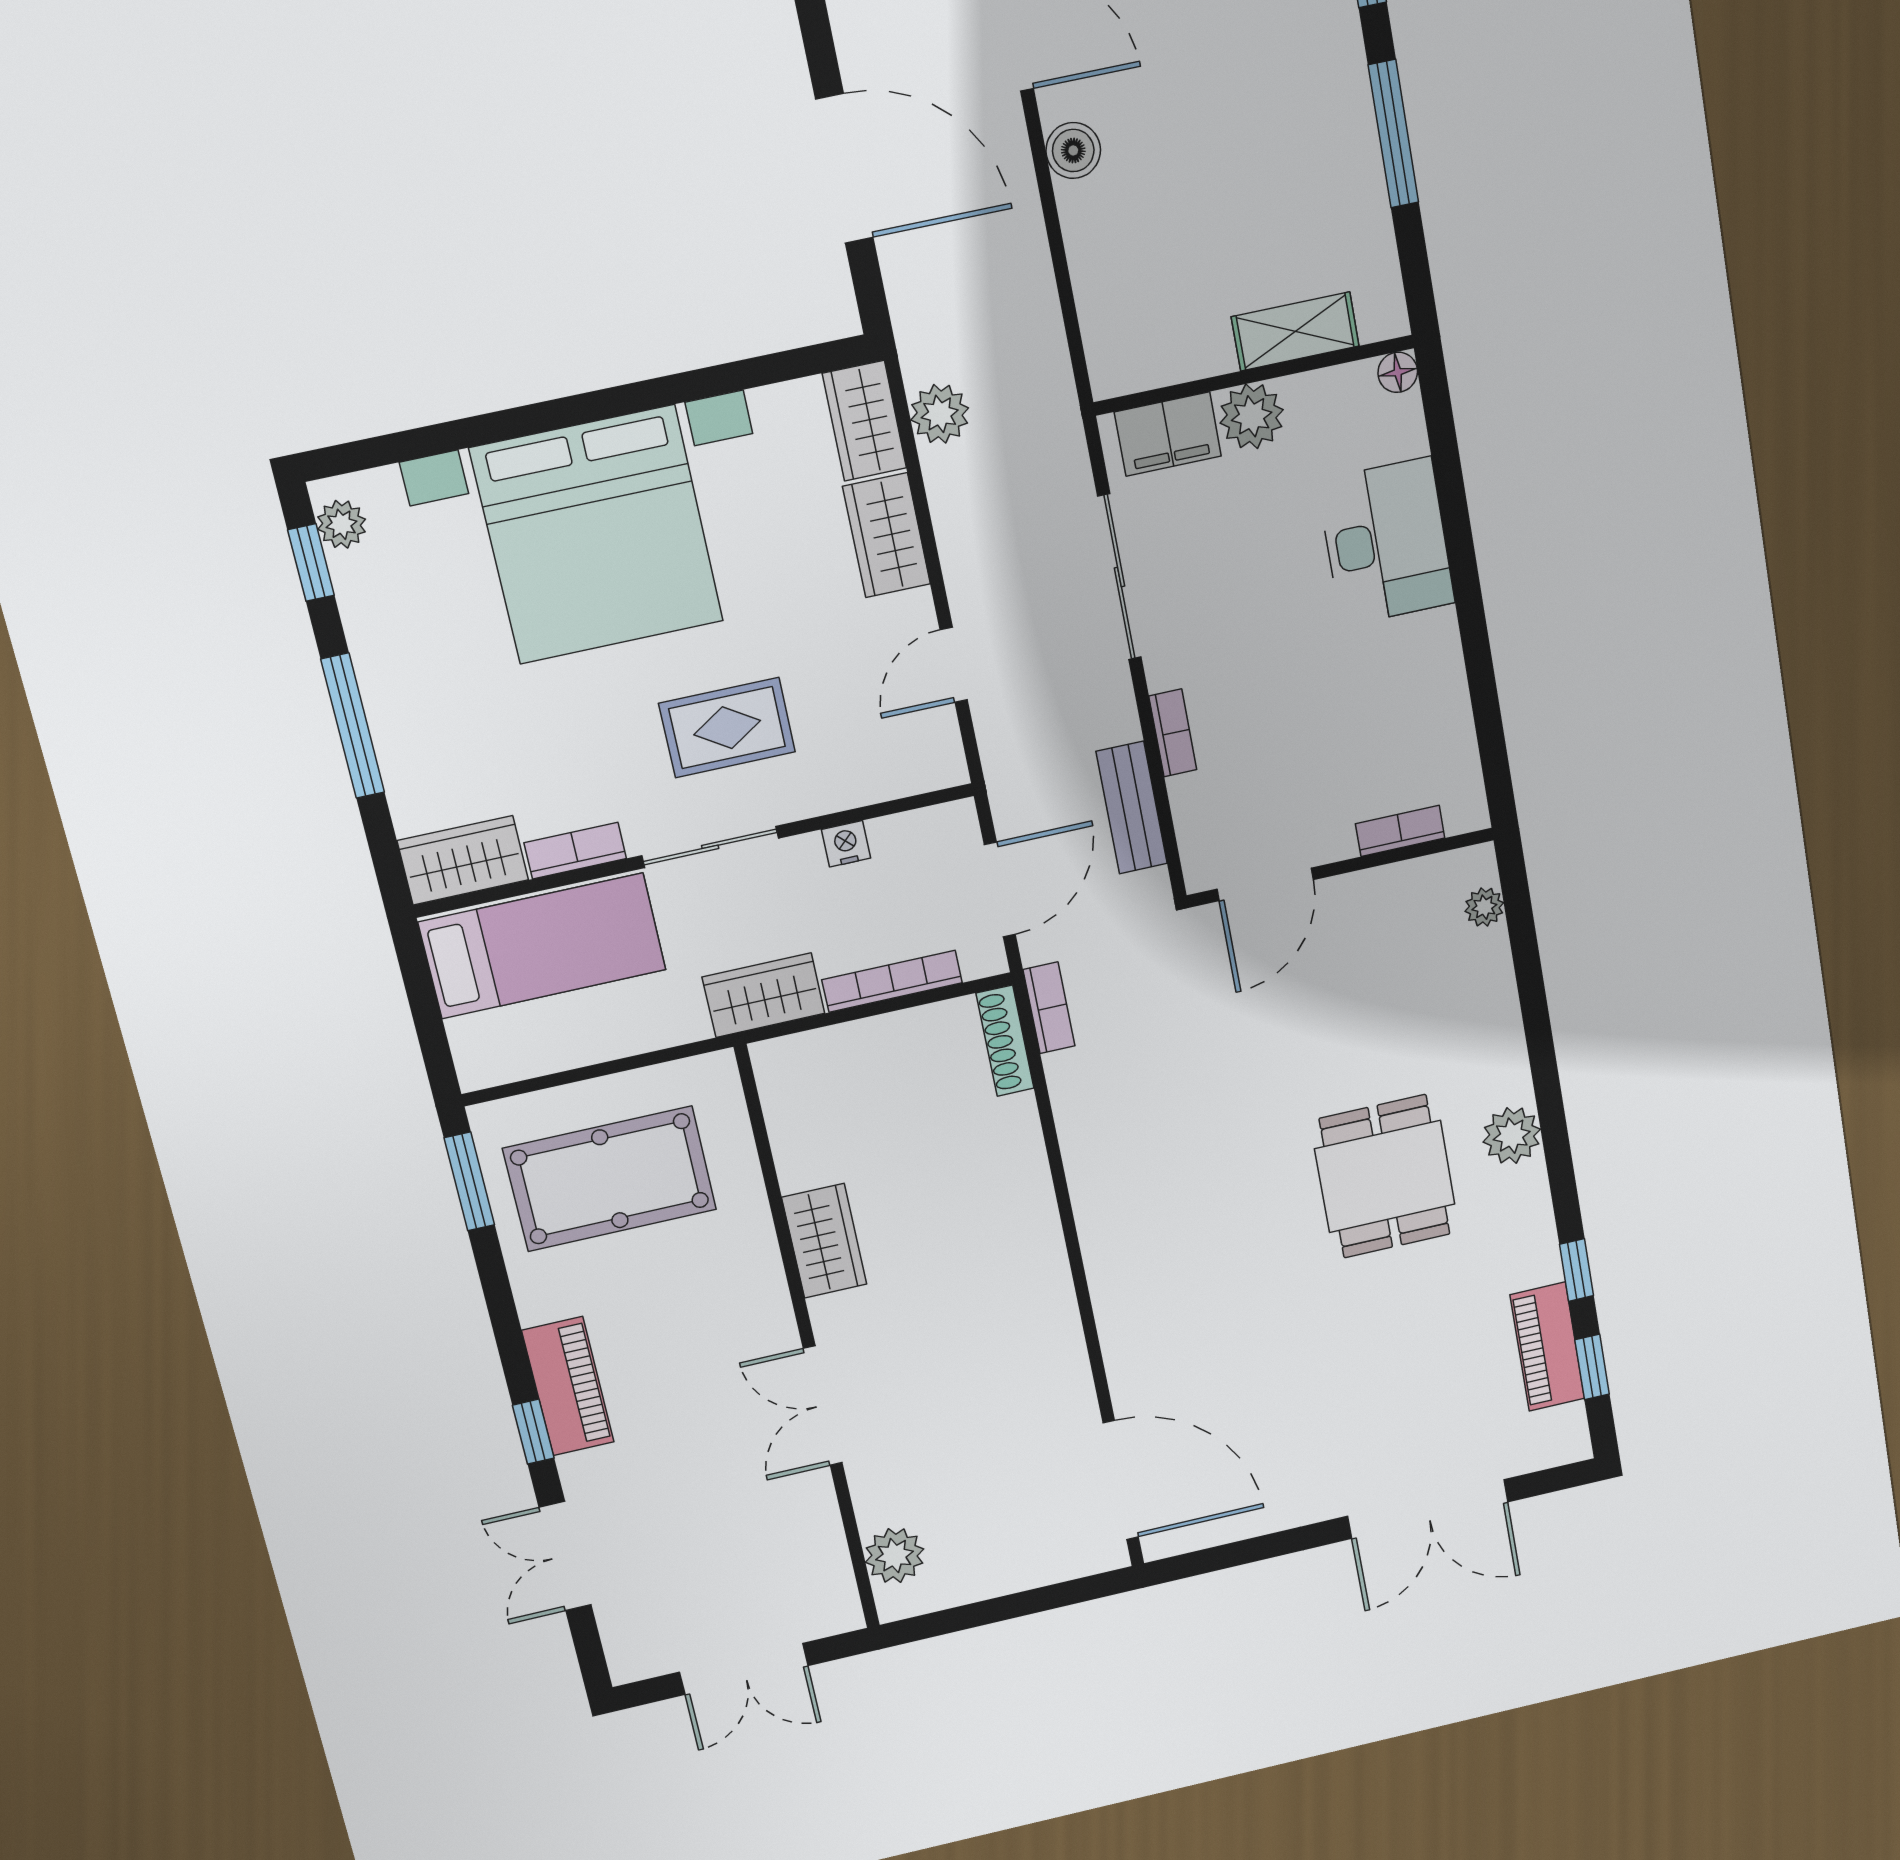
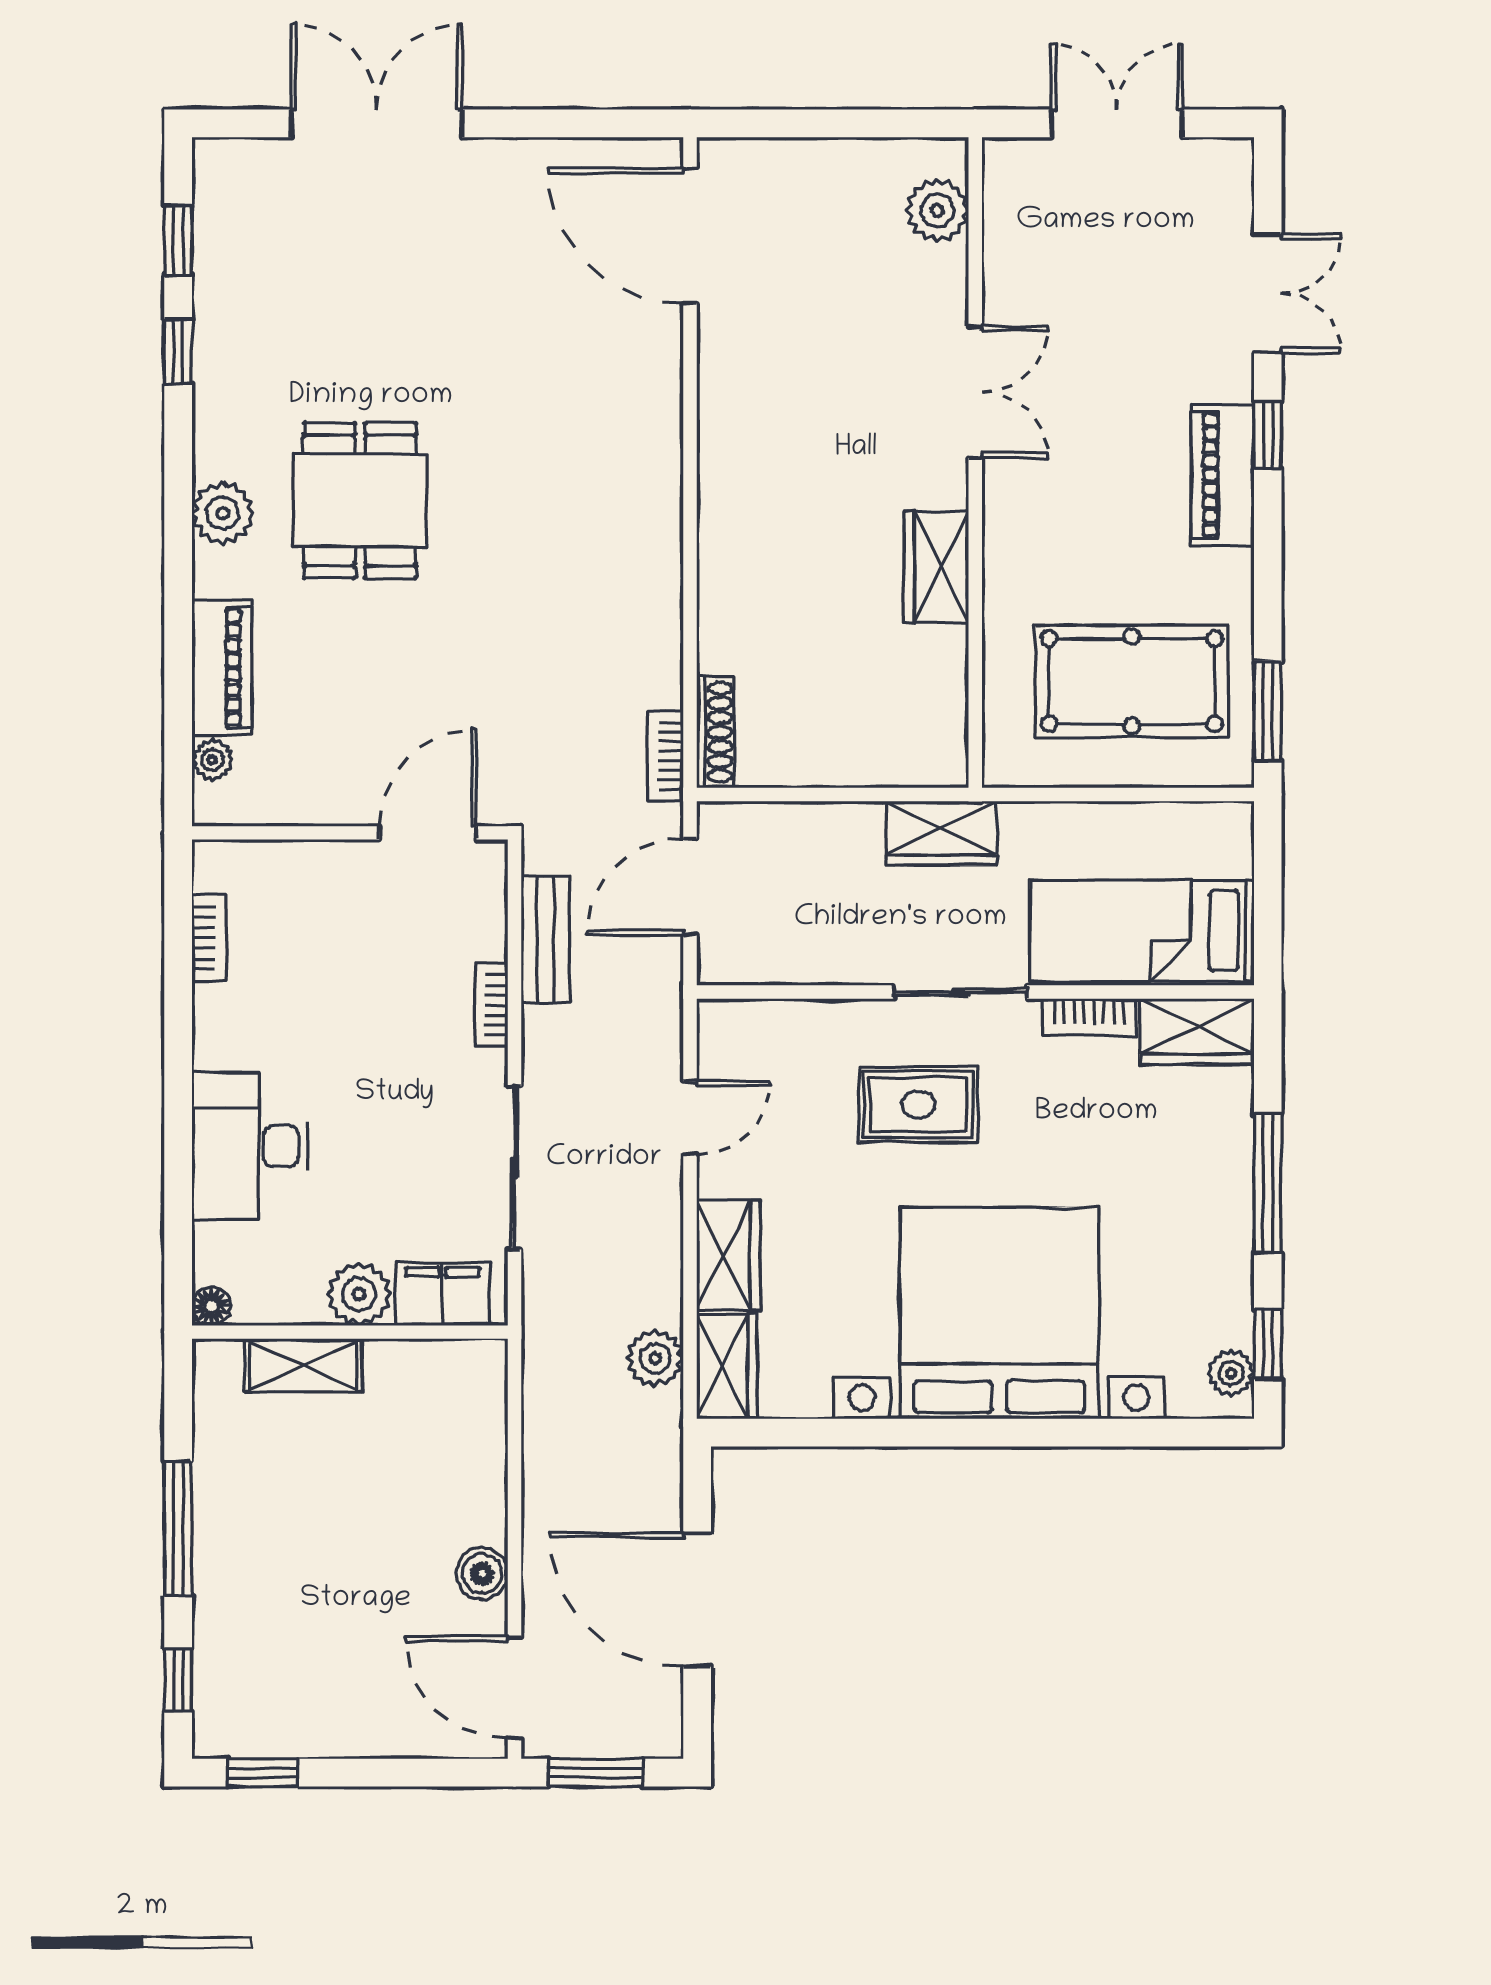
bookcase: (1400, 831) -> (209, 938), moved, turned -90
nightstand: (846, 844) -> (830, 966), removed
bookcase: (892, 981) -> (814, 818), removed
piano: (1547, 1347) -> (222, 668), moved

